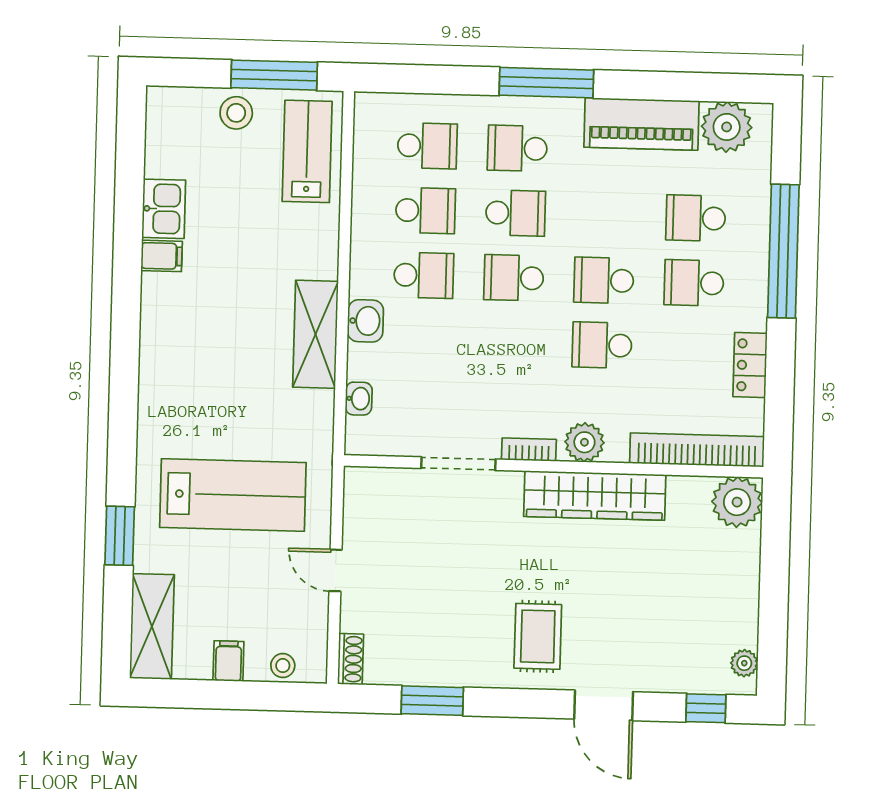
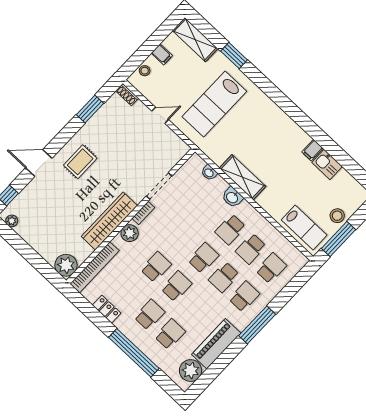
school desk: (427, 146) -> (271, 268), turned 180
rug: (538, 636) -> (80, 162), turned 90

